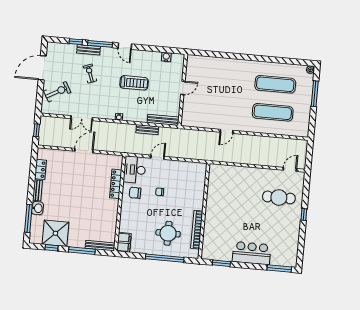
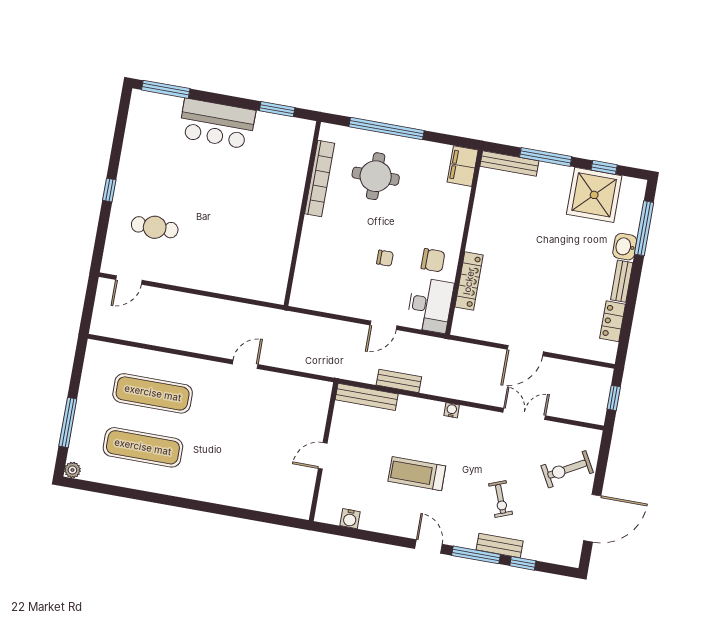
cafe table: (279, 197) -> (155, 227), width x0.73, depth x0.74

